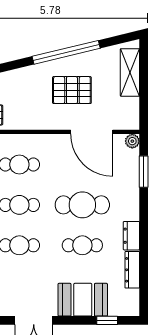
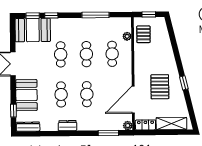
window: (66, 52) -> (184, 83), width x0.32
locker: (132, 113) -> (145, 125), added
cafe table: (82, 205) -> (87, 94), width x0.73, depth x0.74
dresser: (132, 270) -> (28, 127), moved

